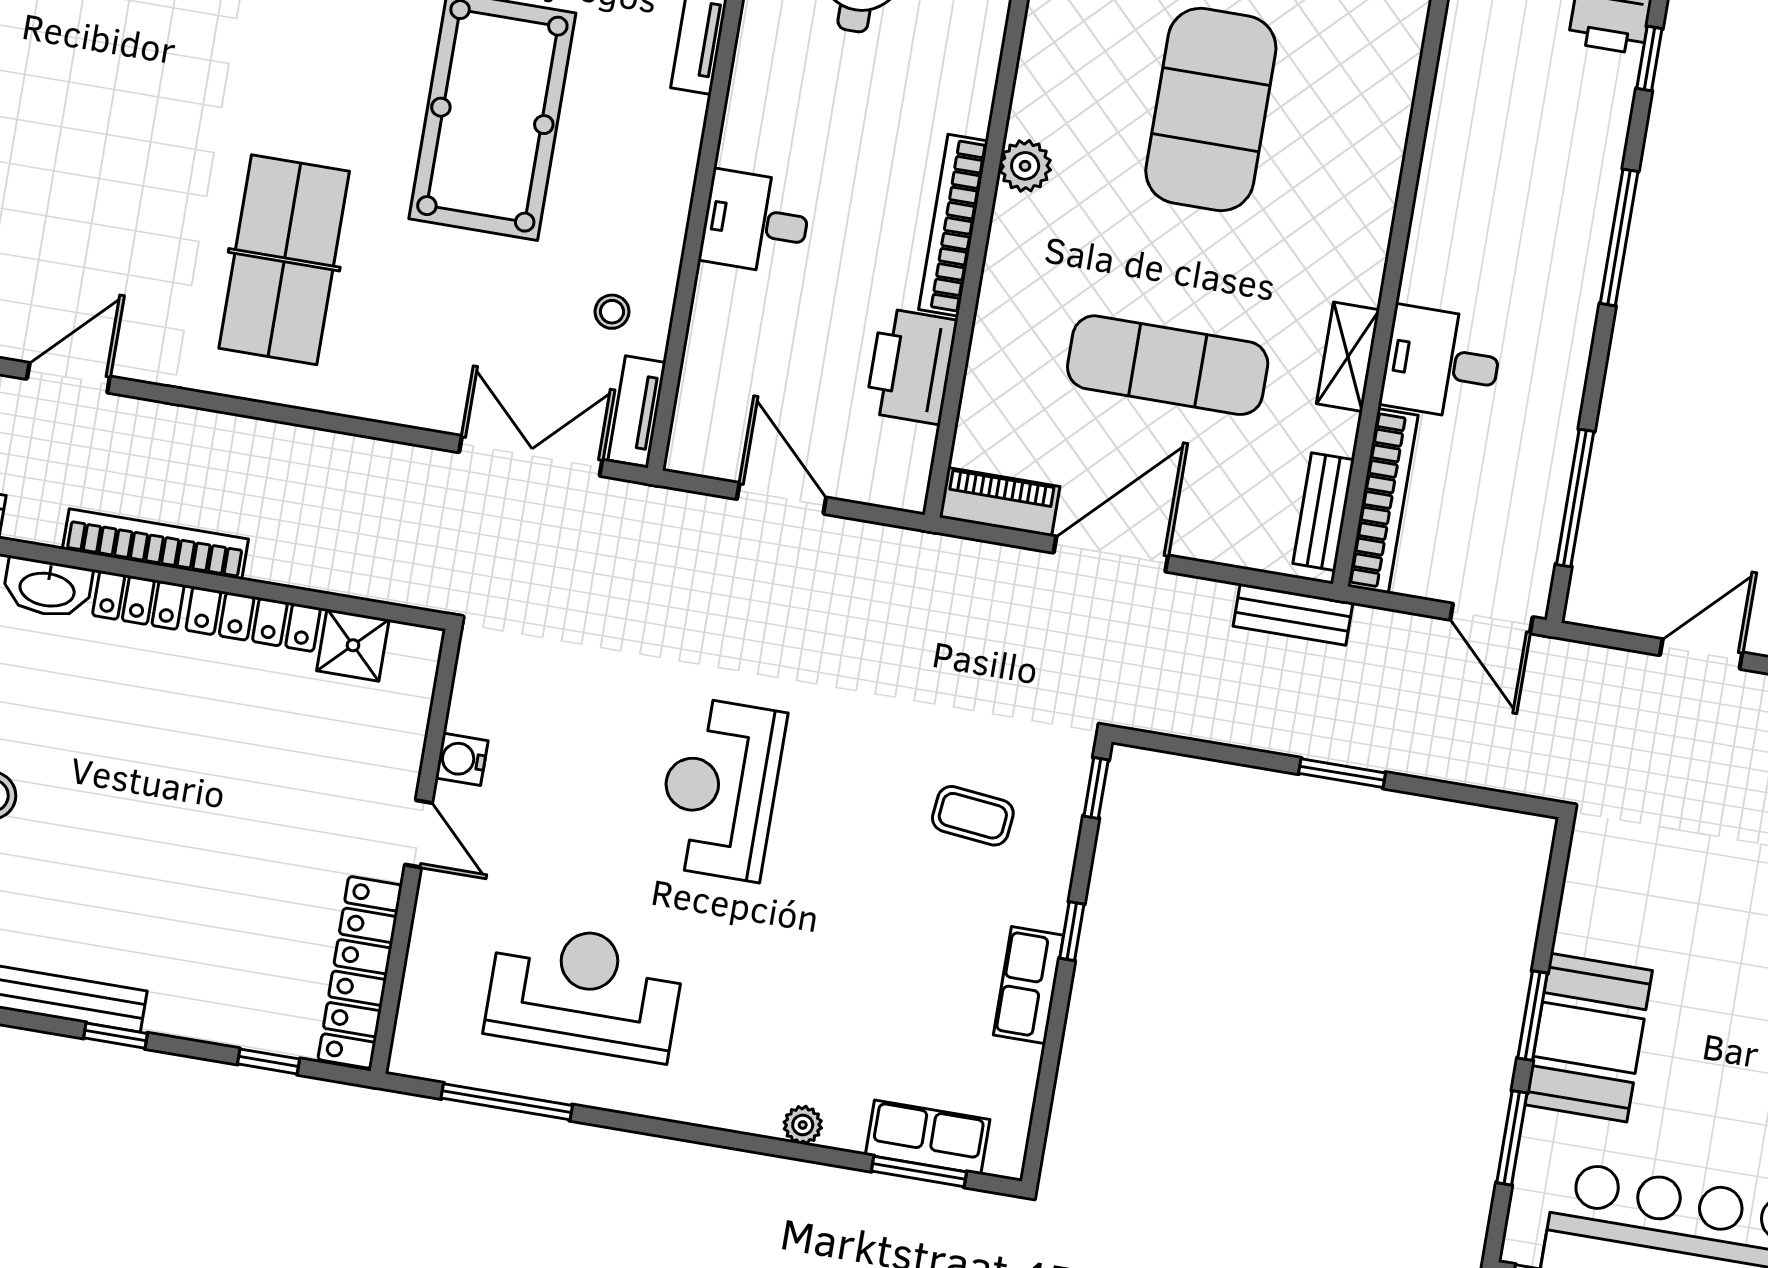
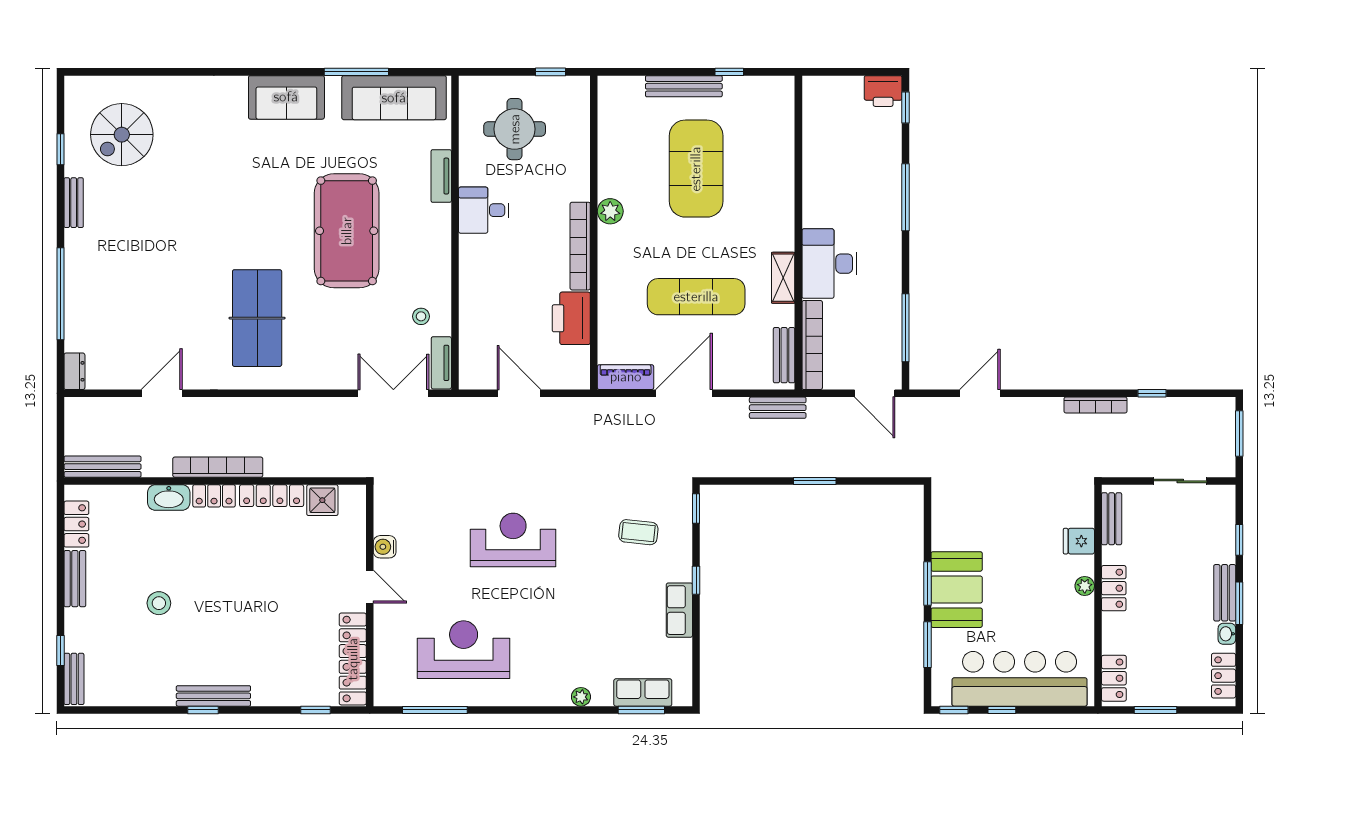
desk: (756, 222) -> (484, 210), moved
desk: (1442, 363) -> (829, 264), width x1.37
reception desk: (720, 789) -> (513, 540), turned 90
window: (115, 1036) -> (203, 710), moved

